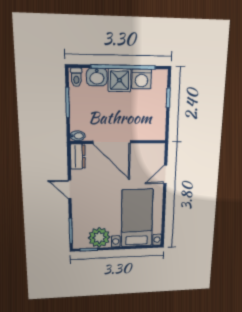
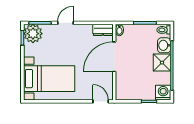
washing machine: (142, 79) -> (163, 93), moved, turned 90
door: (165, 174) -> (101, 101), moved
door: (70, 189) -> (65, 23), moved
plant: (99, 237) -> (33, 34), moved

